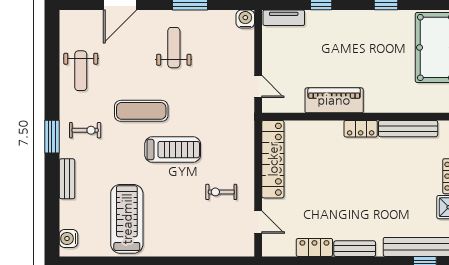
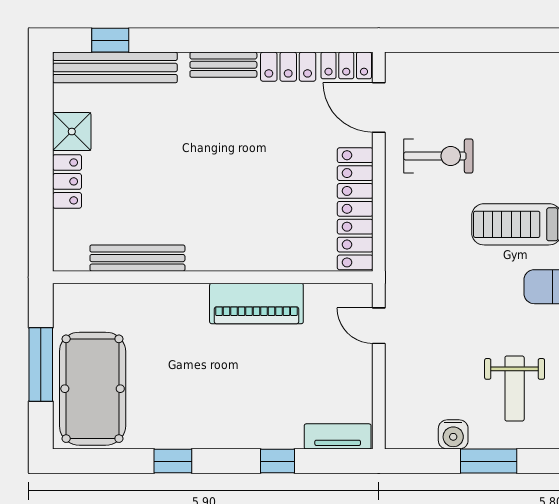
water cooler: (245, 19) -> (453, 434), moved
locker: (361, 129) -> (346, 65), moved, turned 180
exercise bike: (221, 192) -> (438, 156), width x1.38, depth x1.39
door: (258, 222) -> (379, 108), width x1.38

